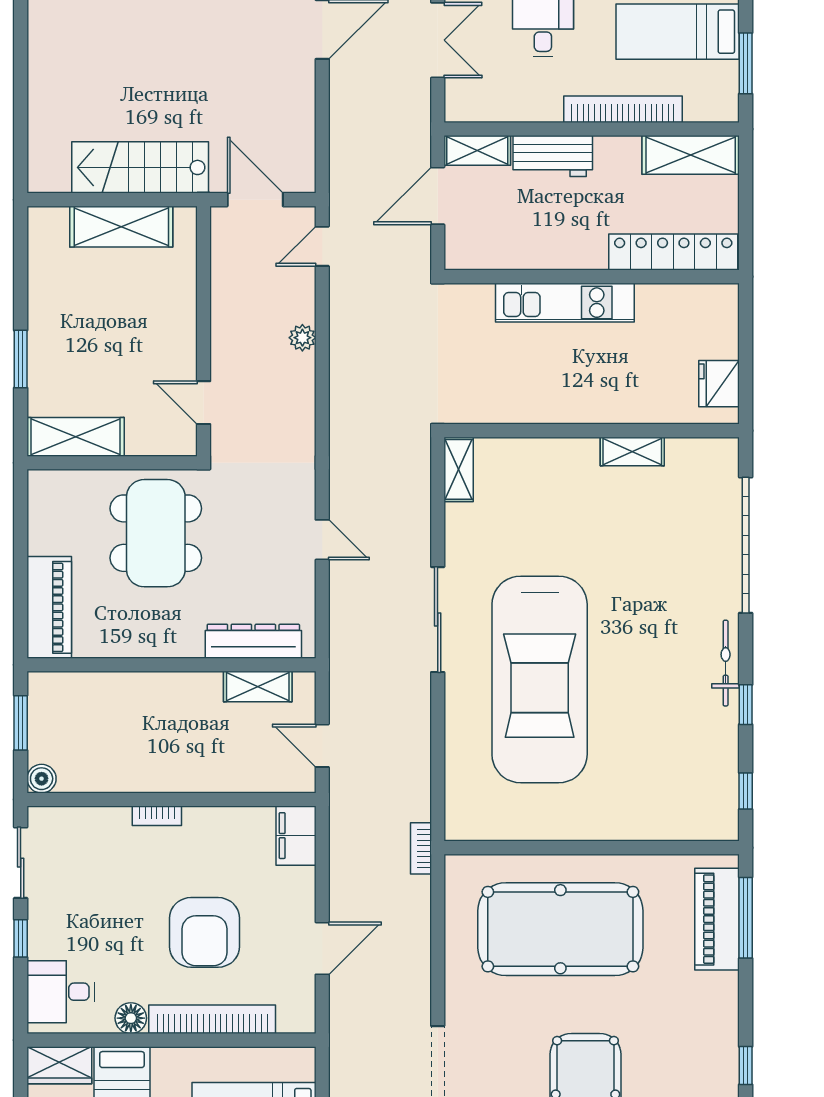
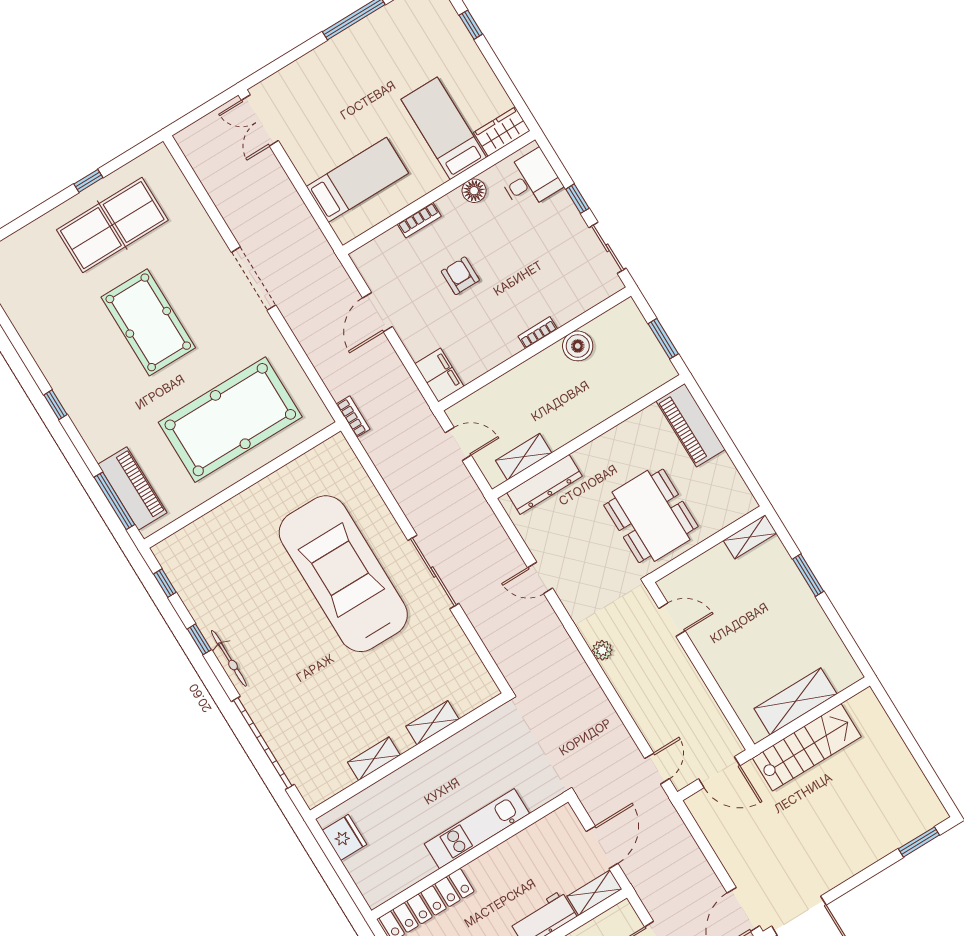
plant: (302, 338) -> (602, 650), moved
shelving: (76, 437) -> (750, 537), width x0.67, depth x0.75
shelving: (459, 469) -> (432, 723), moved, turned 90
boiler: (42, 779) -> (578, 346), moved, width x1.36, depth x1.36
armchair: (205, 932) -> (460, 276), width x0.53, depth x0.53
bookcase: (212, 1019) -> (419, 220), width x0.43, depth x0.76

